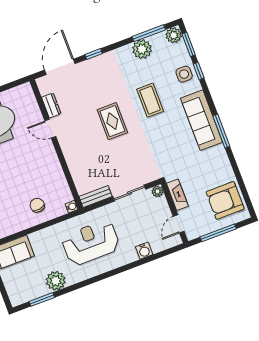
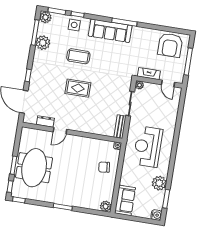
water cooler: (144, 251) -> (156, 215), moved

